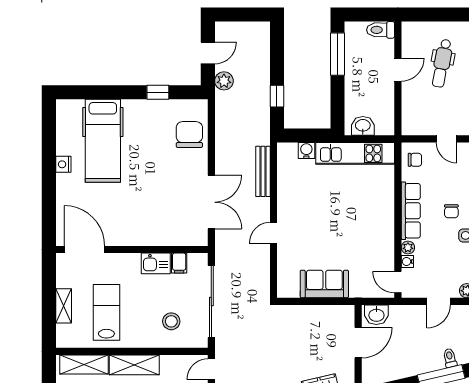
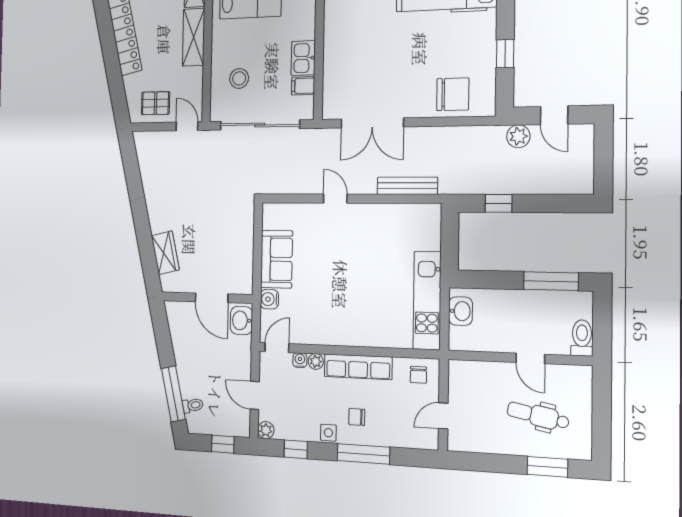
water cooler: (306, 150) -> (269, 299), moved, turned 180

